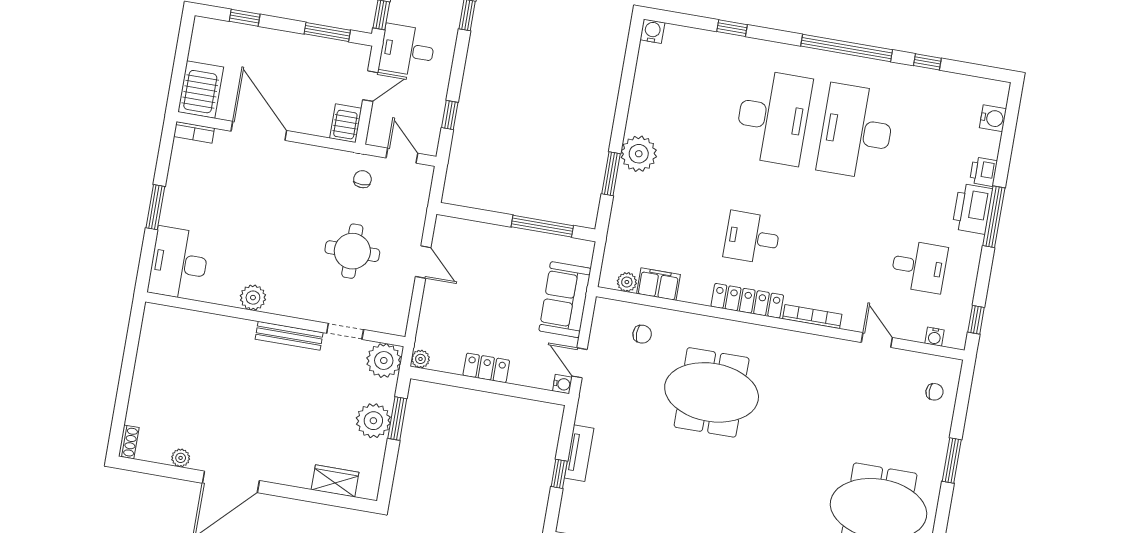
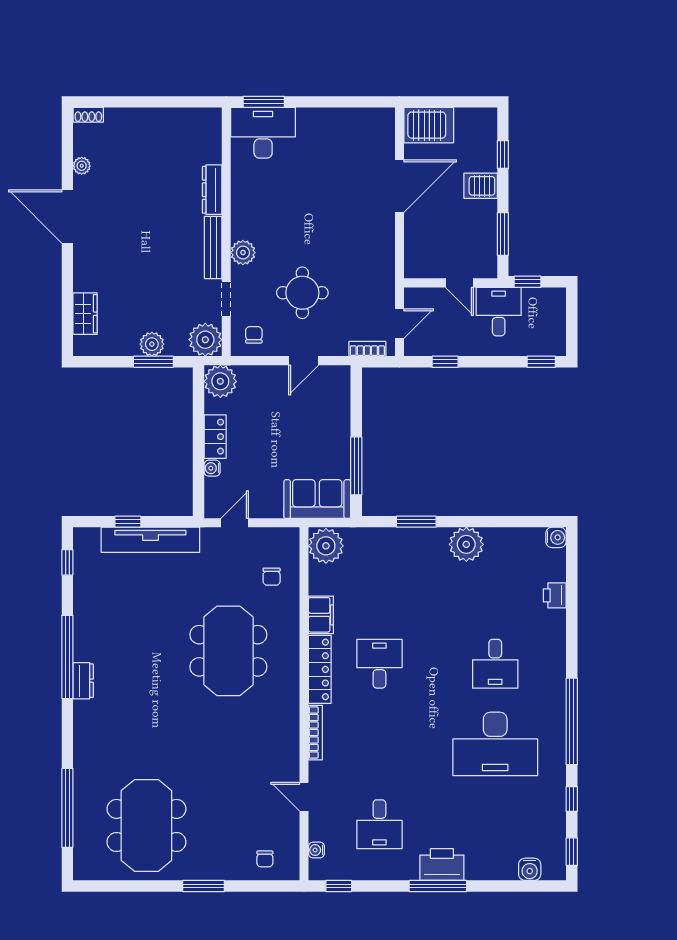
window: (732, 28) -> (572, 852), moved
desk: (773, 117) -> (495, 664), width x0.53, depth x0.77
server rack: (346, 123) -> (481, 186), moved, turned 180
bookcase: (194, 132) -> (367, 349), moved, turned 90
desk: (856, 132) -> (495, 744), turned 180
plant: (639, 154) -> (466, 544), moved
printer: (983, 172) -> (555, 595), moved, turned -90
chair: (362, 179) -> (254, 335), moved, turned -90
window: (155, 207) -> (264, 102), moved
plant: (627, 282) -> (326, 546), width x1.88, depth x1.88
filing cabinet: (658, 284) -> (321, 615), moved
plant: (253, 298) -> (243, 253), moved
sofa: (565, 300) -> (317, 499), moved
dresser: (229, 326) -> (212, 190), added
door: (877, 340) -> (304, 797), swing flipped
plant: (420, 359) -> (220, 381), width x1.87, depth x1.87
water cooler: (562, 384) -> (212, 468), moved, turned 90
plant: (373, 421) -> (152, 344), width x0.73, depth x0.73
tv unit: (579, 453) -> (150, 540), width x1.92, depth x1.29

